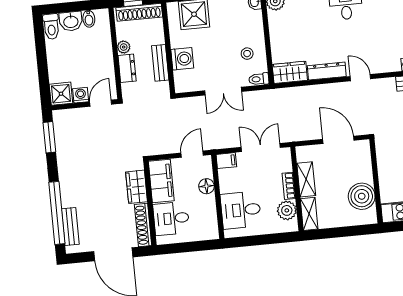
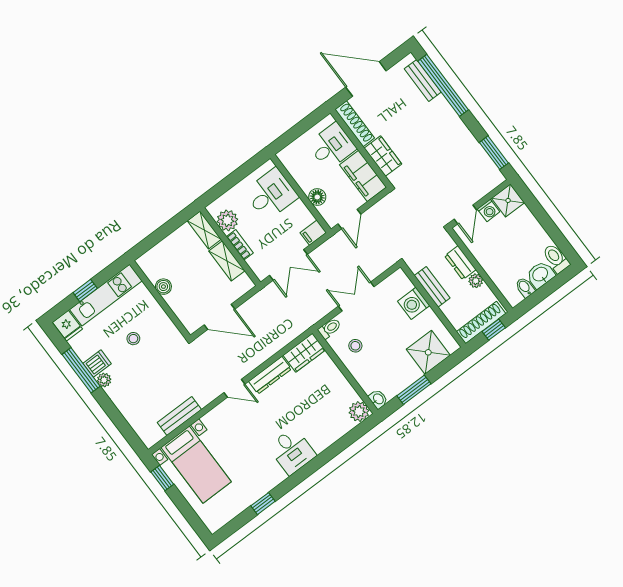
boiler: (362, 196) -> (163, 287), width x0.54, depth x0.54

